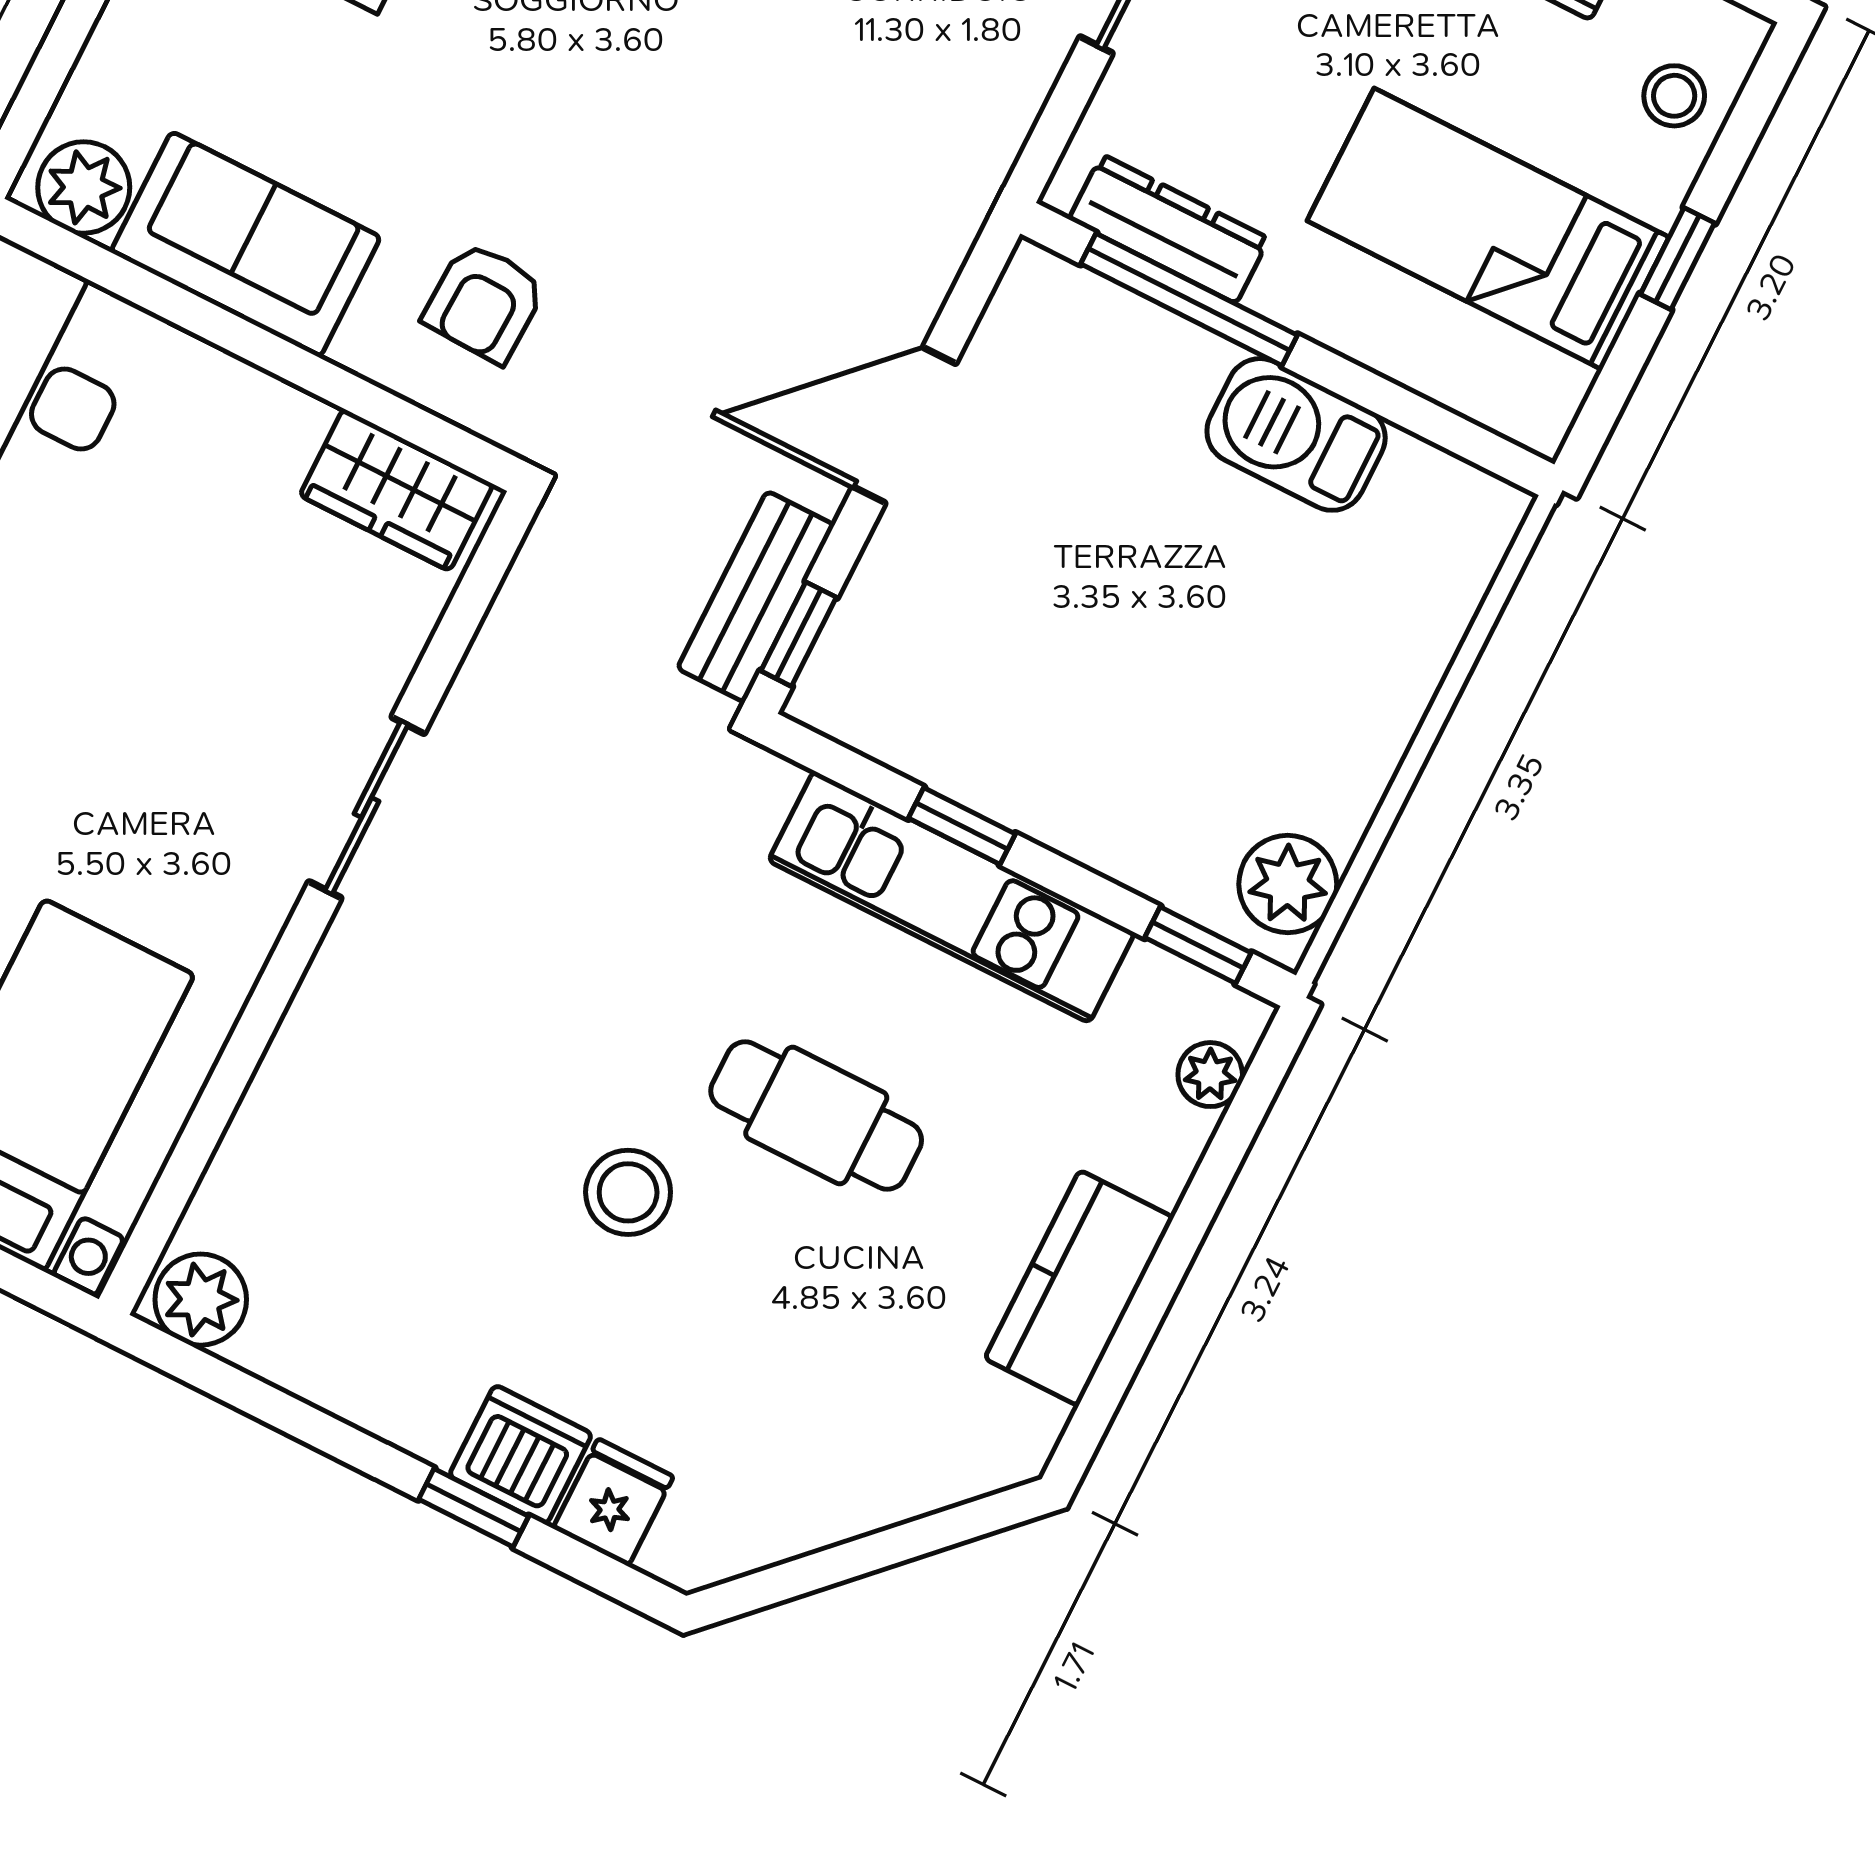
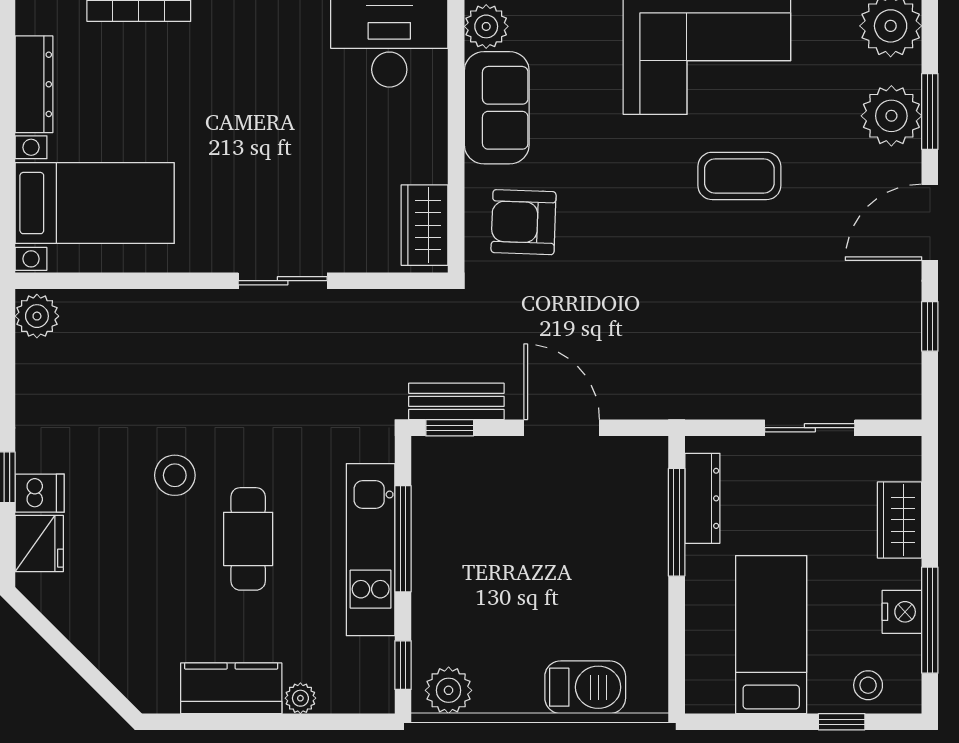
window: (1677, 259) -> (842, 722), moved
armchair: (484, 302) -> (524, 222), width x1.38, depth x1.38
barbecue: (1296, 434) -> (585, 687), moved, turned 90
window: (962, 826) -> (403, 539), width x2.17
plant: (1210, 1075) -> (300, 698), moved
dishwasher: (520, 1455) -> (40, 493), width x0.73
fridge: (613, 1502) -> (39, 543), width x1.38

